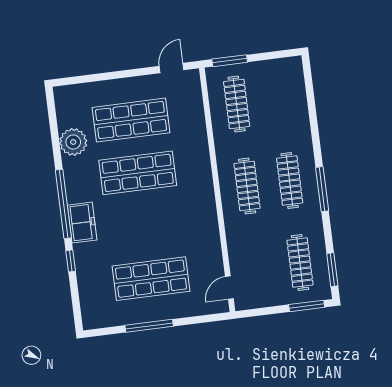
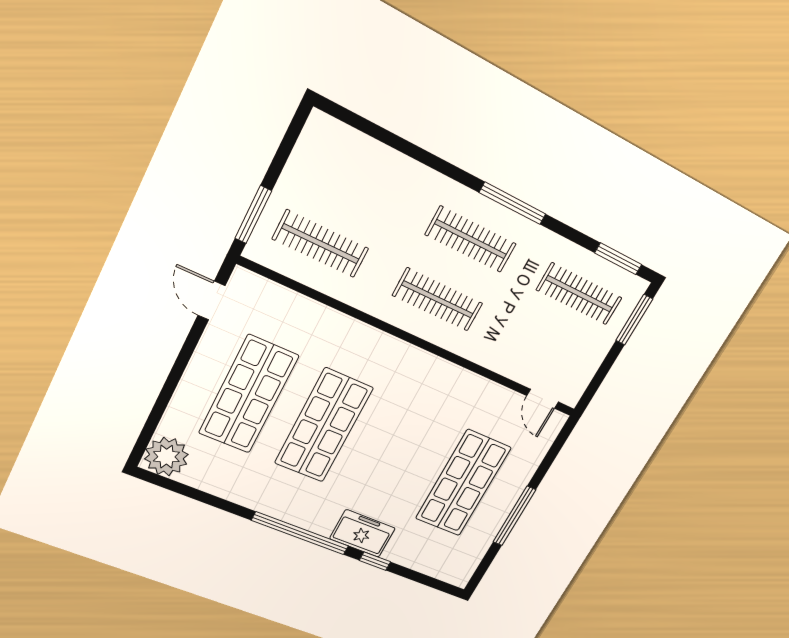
plant: (73, 142) -> (166, 457), moved
freezer: (82, 223) -> (362, 533), moved

